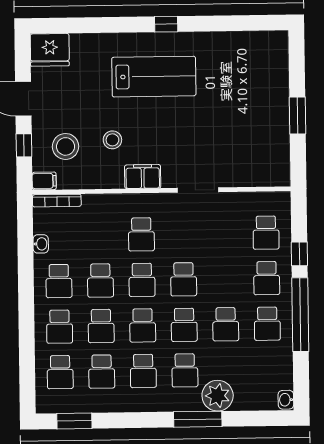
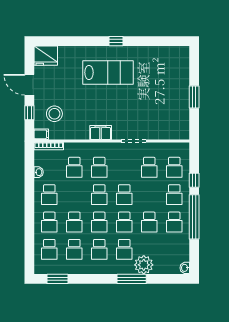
stool: (112, 140) -> (83, 110), removed
school desk: (224, 233) -> (149, 167), added
school desk: (100, 280) -> (74, 167), moved

